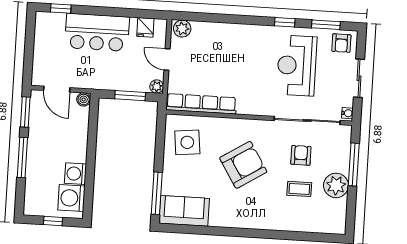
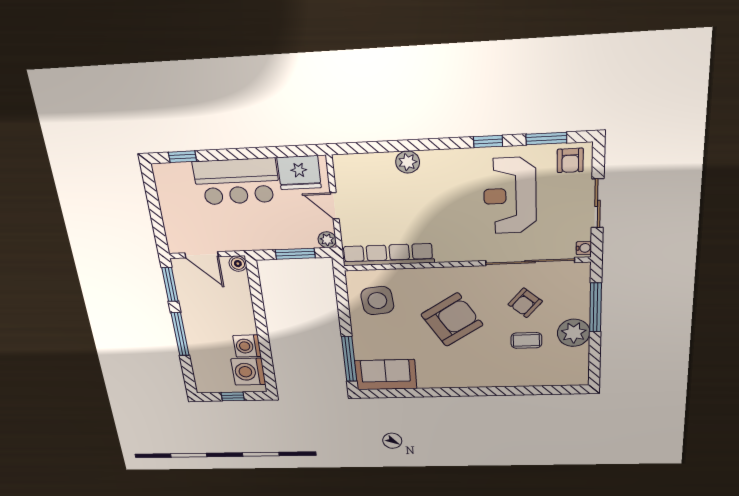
fridge: (145, 27) -> (299, 173), width x1.88, depth x1.34
plant: (182, 29) -> (408, 162), moved
armchair: (301, 155) -> (525, 303), turned -139

